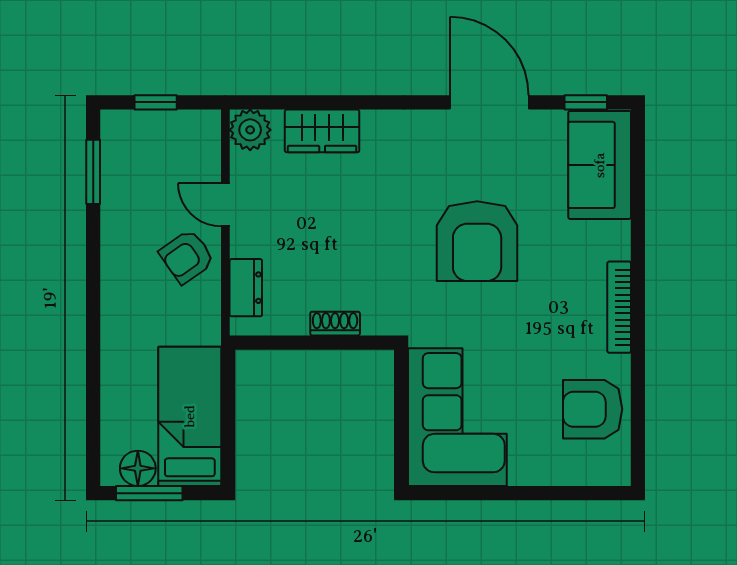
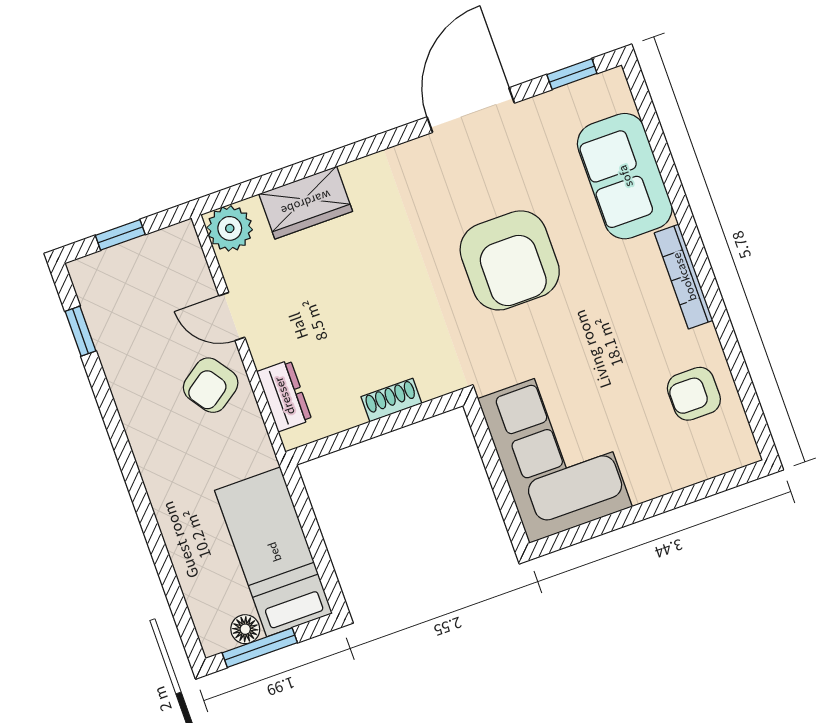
door: (489, 102) -> (471, 110), hinge flipped
sofa: (600, 165) -> (625, 176), moved
window: (93, 172) -> (80, 331), width x0.67
armchair: (593, 409) -> (694, 394), width x0.72, depth x0.72
floor lamp: (138, 468) -> (245, 629), width x0.73, depth x0.73

